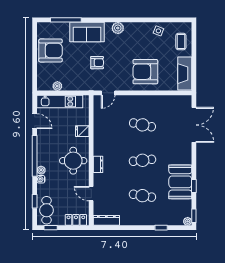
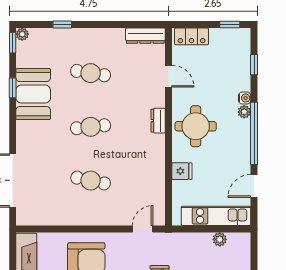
door: (35, 121) -> (254, 186), hinge flipped
cafe table: (47, 210) -> (236, 51), removed

